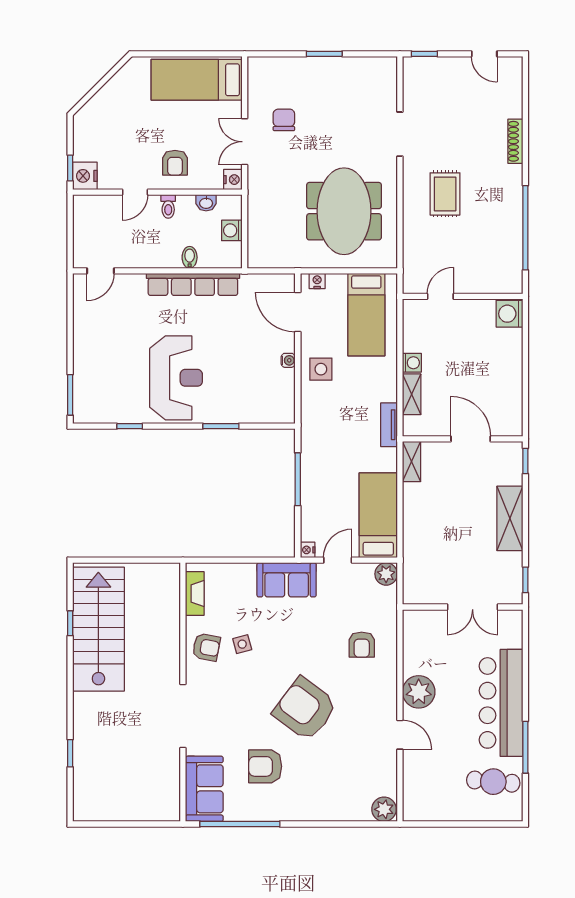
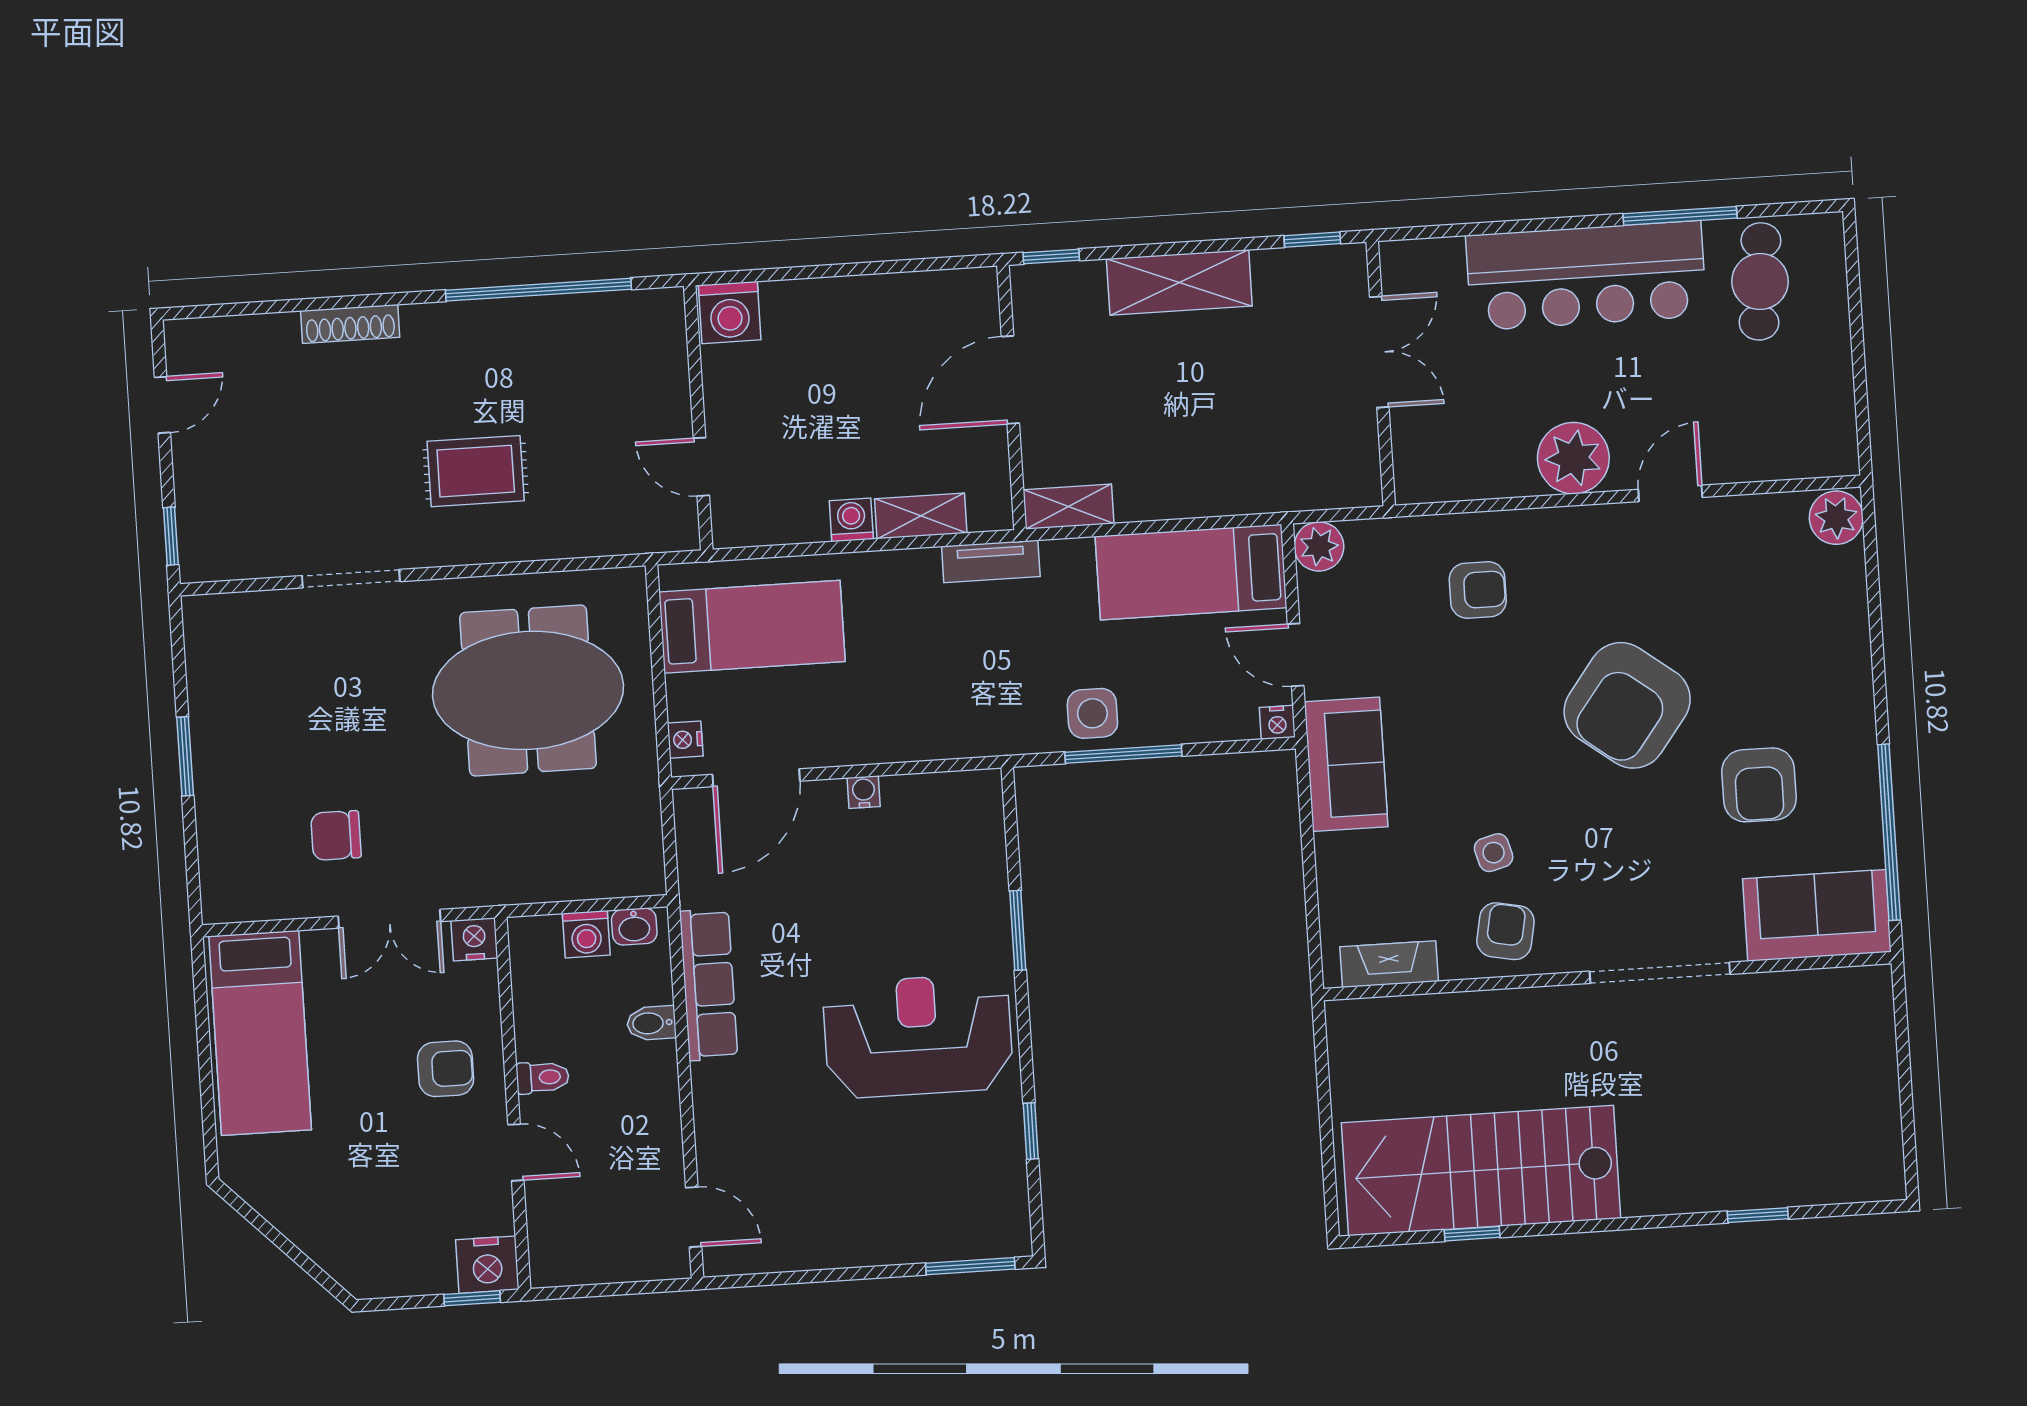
washbasin: (206, 203) -> (634, 927), moved, turned 90
row of seats: (193, 284) -> (709, 985), width x0.73
side table: (321, 369) -> (1092, 713), moved

